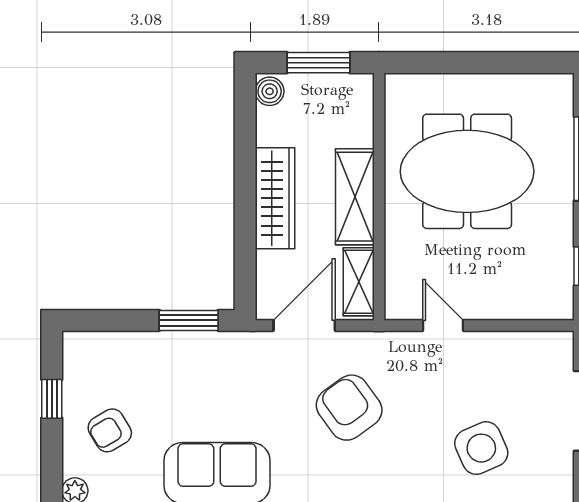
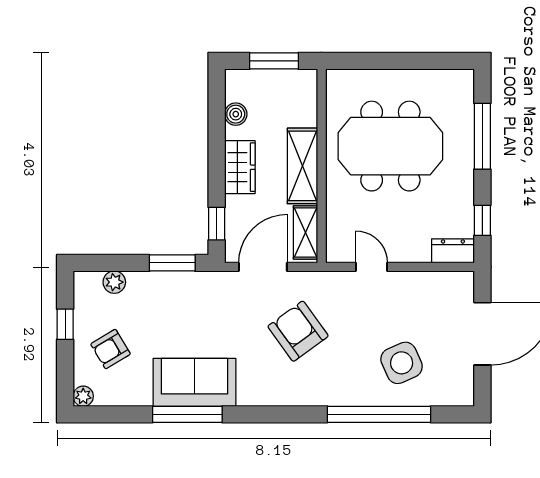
boiler: (270, 91) -> (236, 114), moved
wardrobe: (275, 198) -> (240, 167), width x0.67
window: (245, 270) -> (217, 224), added
dresser: (547, 305) -> (453, 251), added
plant: (115, 345) -> (114, 282), added

